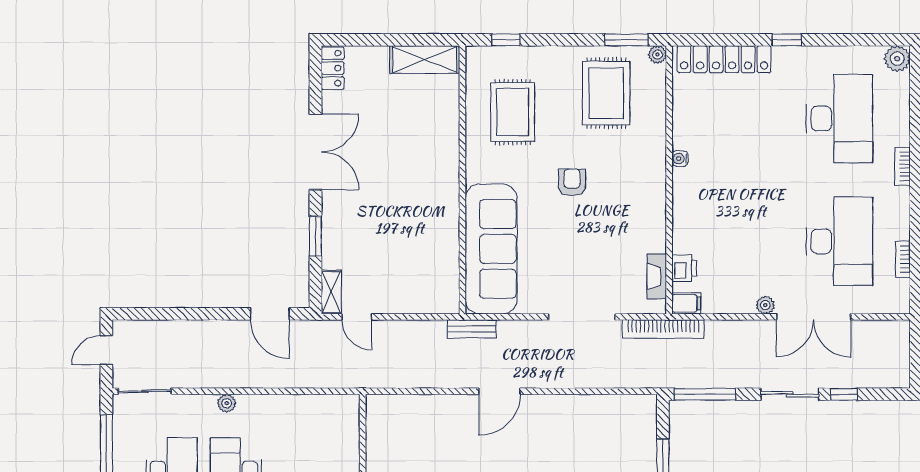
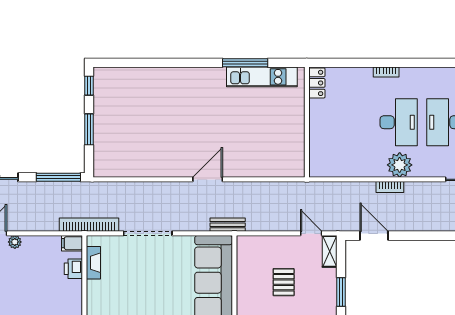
pallet: (395, 250) -> (284, 282), added
bookcase: (248, 381) -> (390, 187), added
plant: (227, 403) -> (400, 165), width x1.87, depth x1.87

